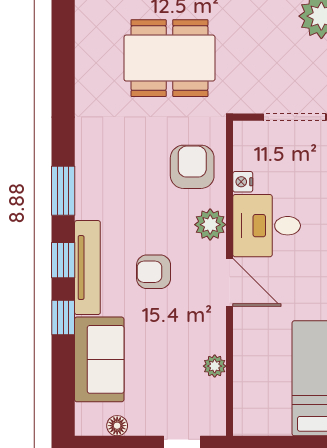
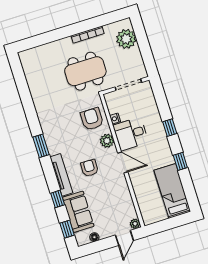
dining table: (169, 58) -> (85, 71), moved
window: (63, 260) -> (67, 229), moved
armchair: (154, 272) -> (89, 168), turned 91
plant: (215, 366) -> (135, 224), moved

